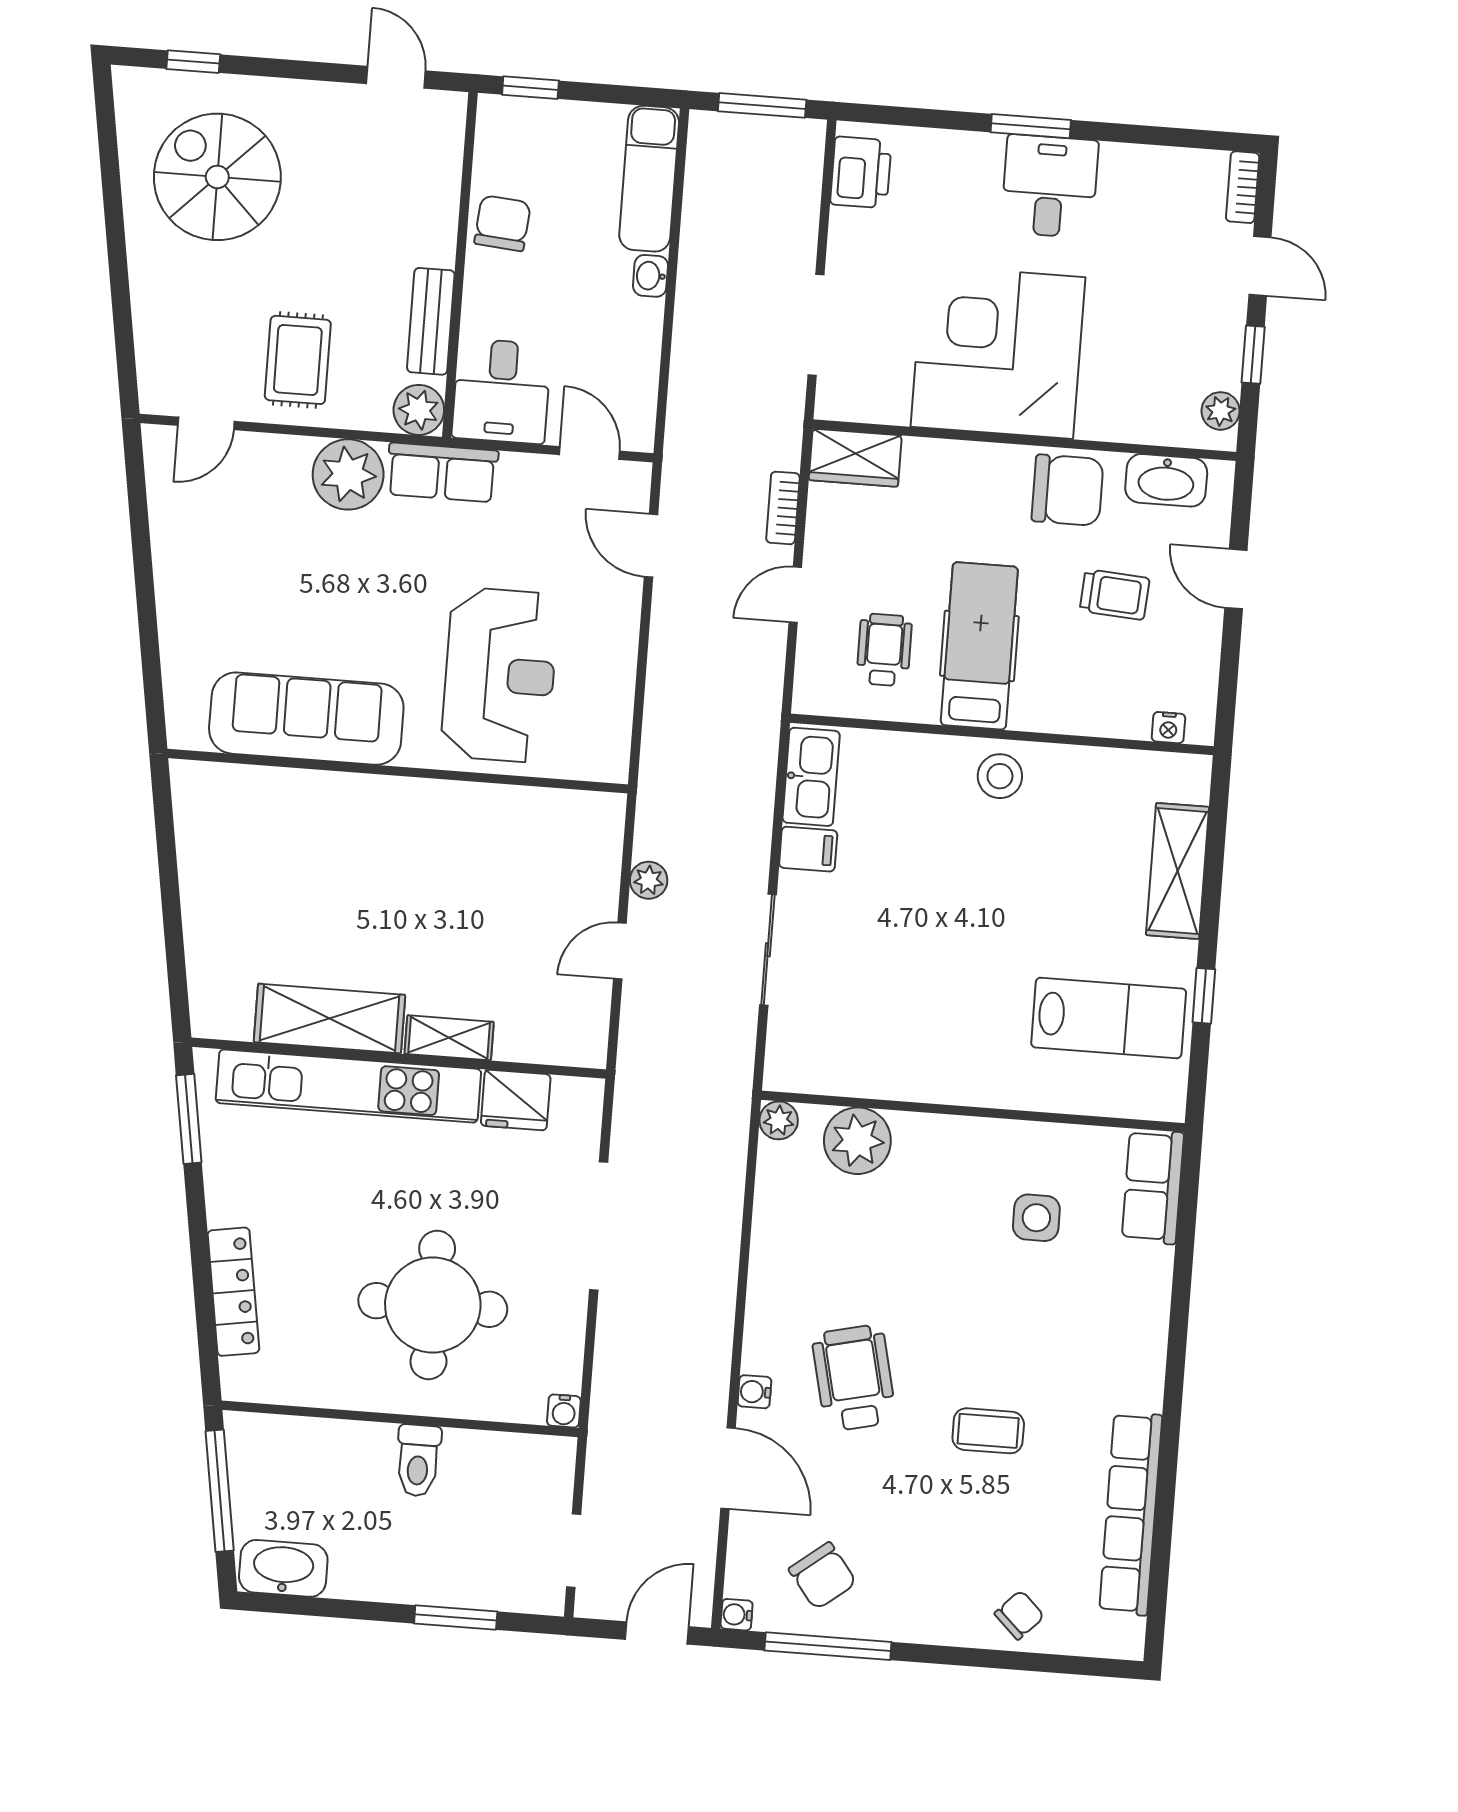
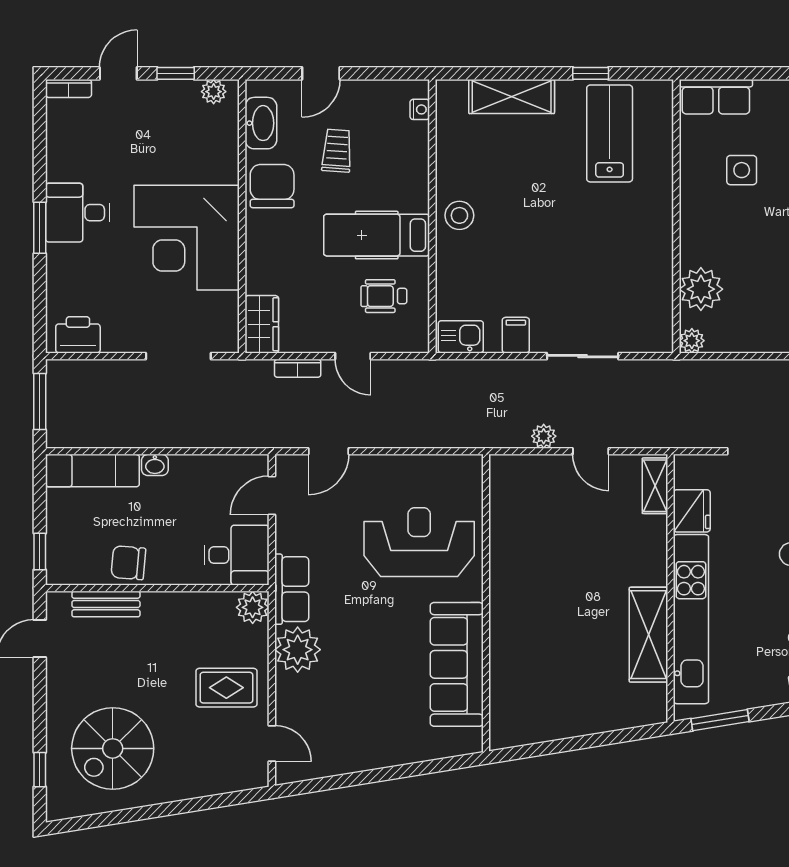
bench: (431, 321) -> (106, 604), moved
kitchen sink: (811, 777) -> (461, 337), width x0.73
shelving: (449, 1038) -> (655, 486), moved

